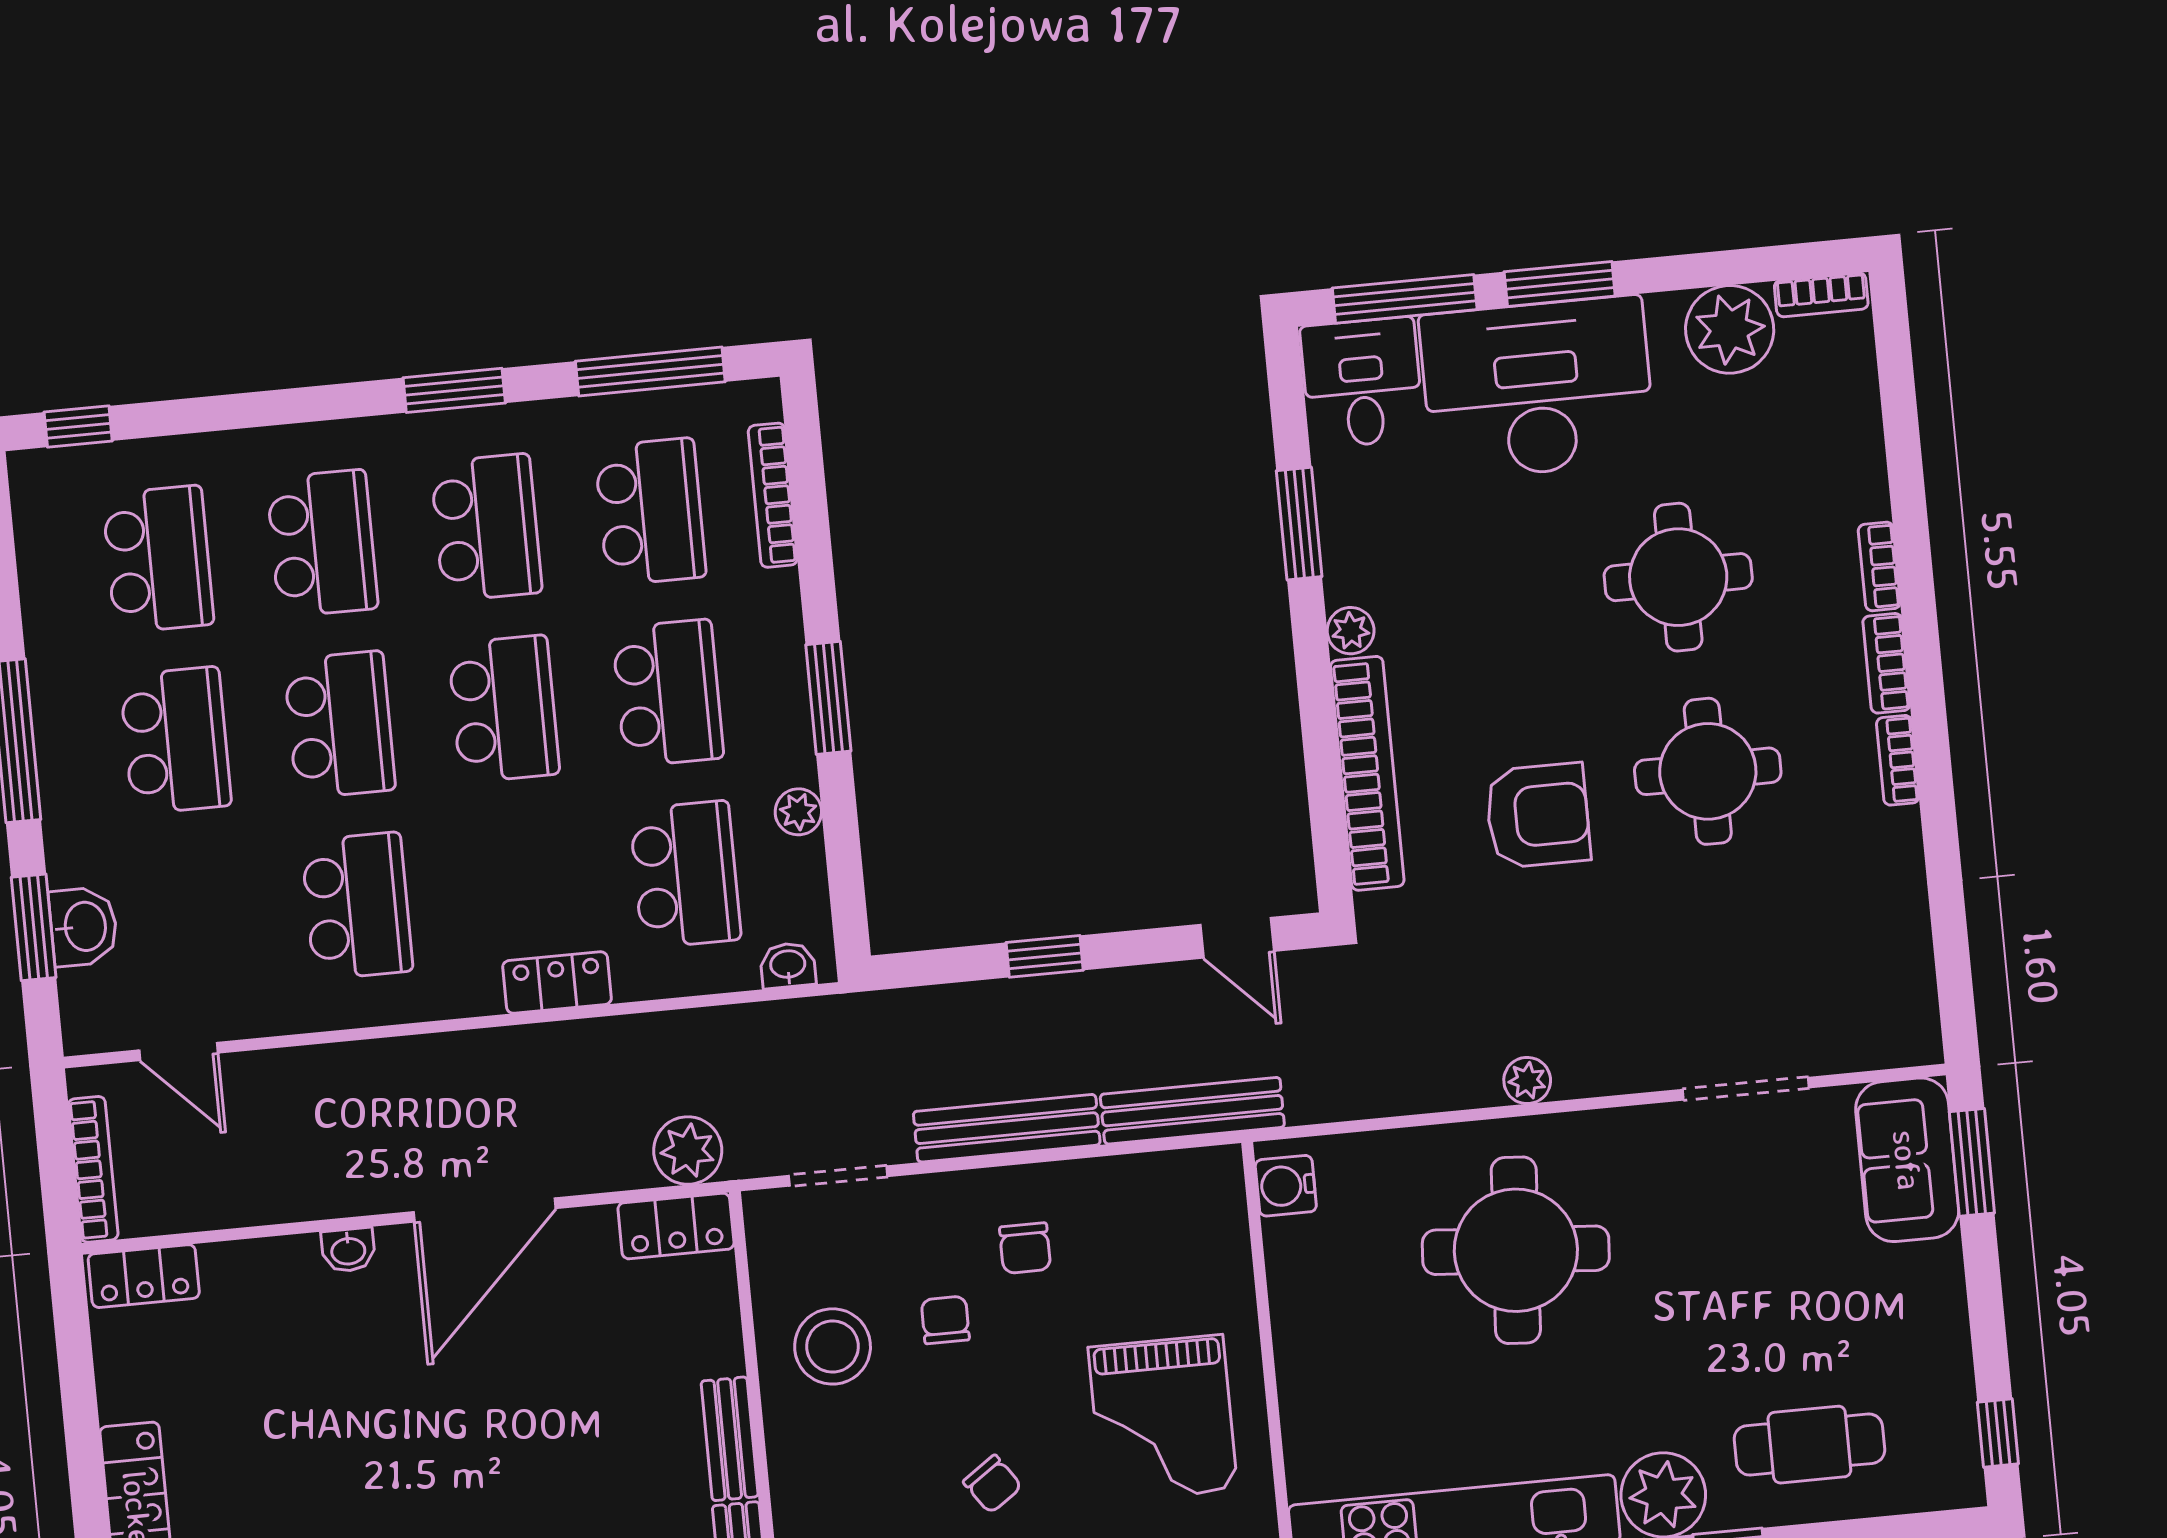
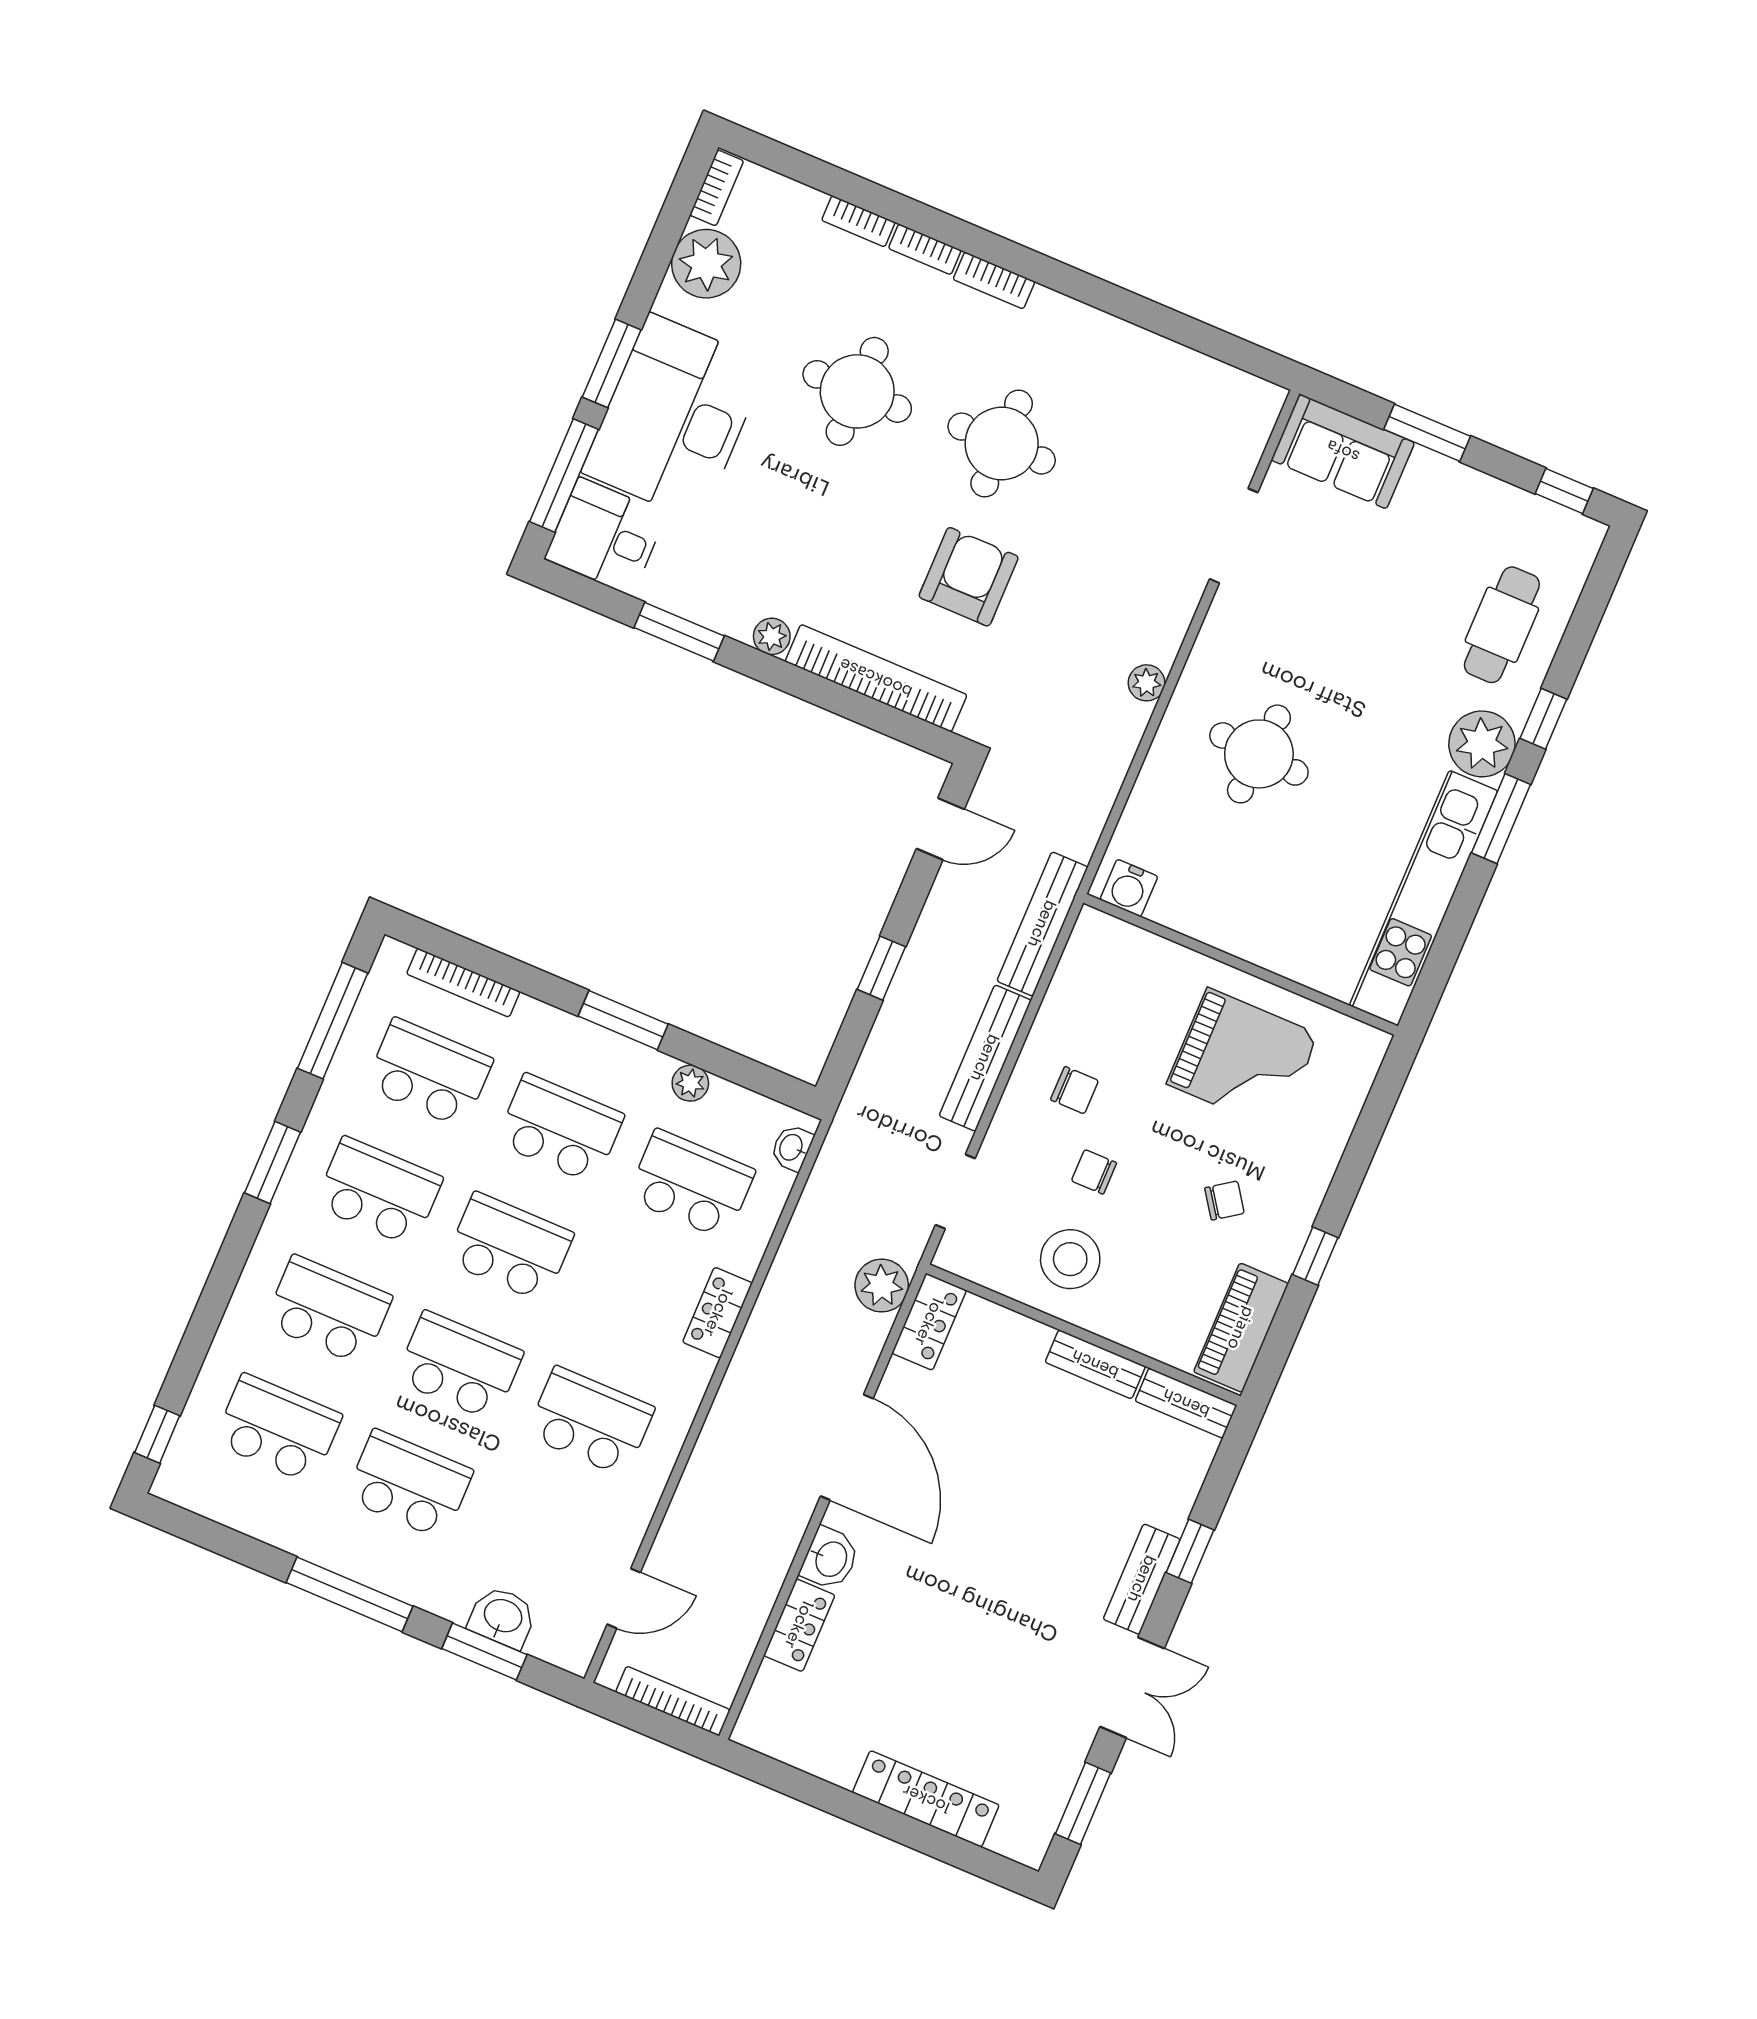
bookcase: (1898, 760) -> (858, 221), moved
window: (1972, 1162) -> (1427, 433), moved
washbasin: (348, 1250) -> (830, 1559), width x1.38, depth x1.45
round table: (1516, 1250) -> (1259, 754), width x0.73, depth x0.73
locker: (144, 1276) -> (799, 1625), moved

